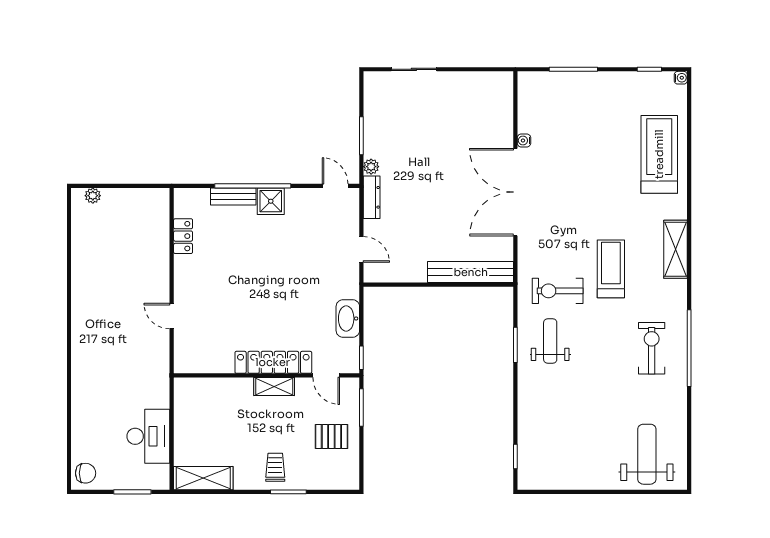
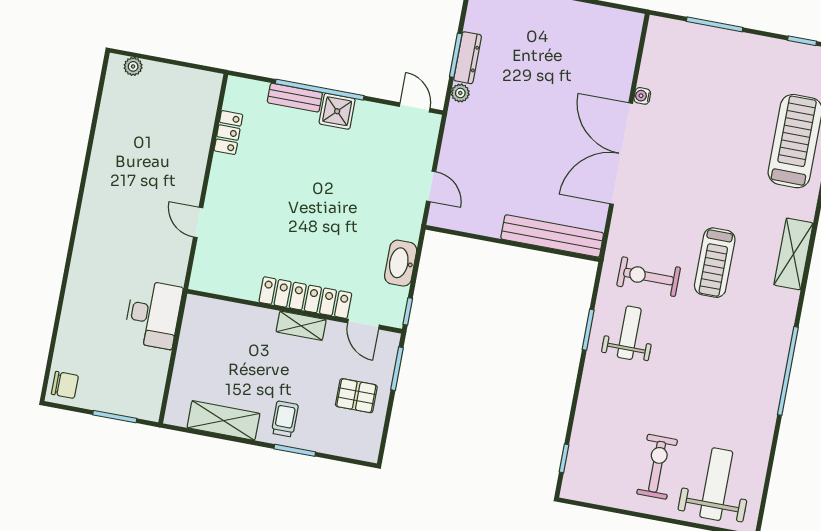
dresser: (372, 197) -> (468, 58), moved
treadmill: (611, 269) -> (715, 263), turned 180
exercise bike: (652, 348) -> (657, 467), moved
desk: (148, 436) -> (153, 314), moved
shelving: (203, 478) -> (223, 421), moved

